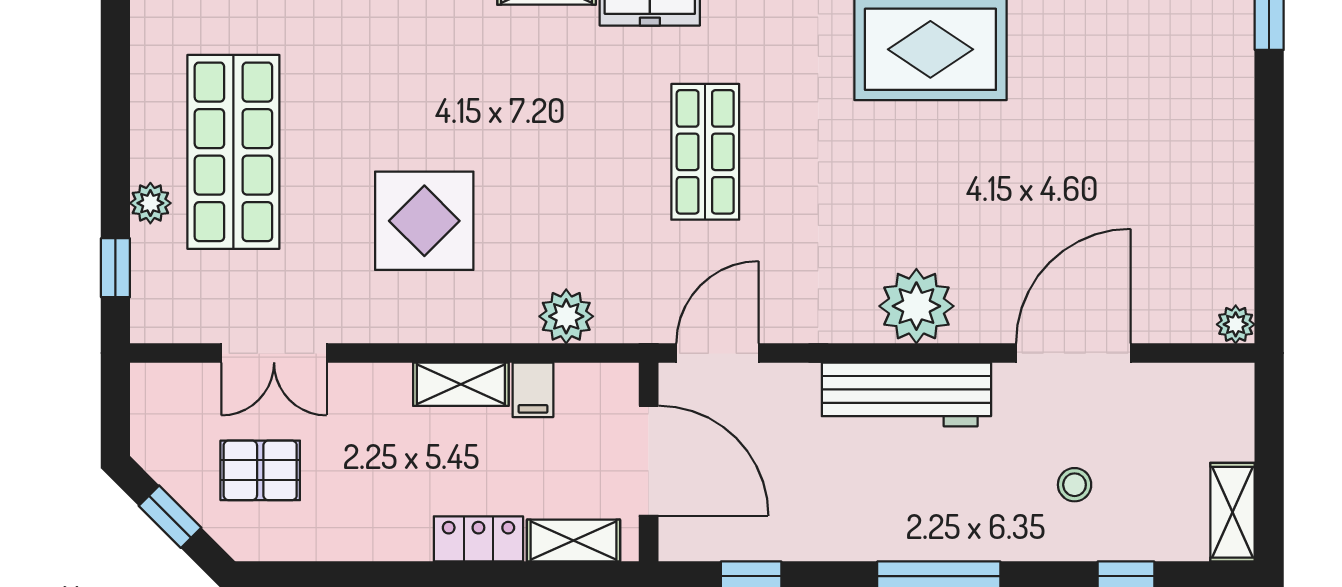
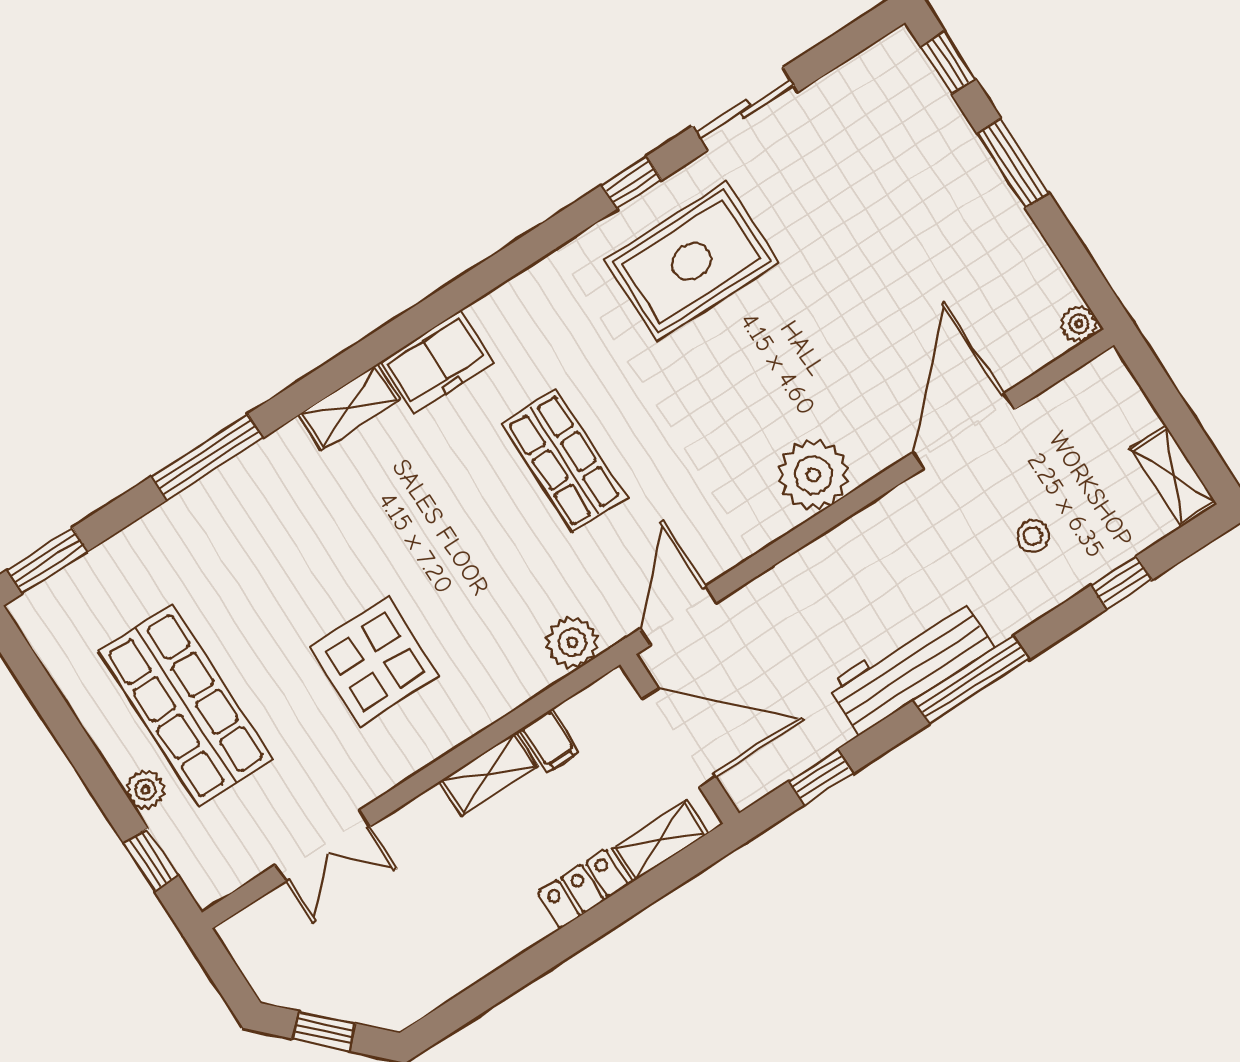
window: (1269, 146) -> (1013, 163), added
plant: (566, 316) -> (572, 642), moved
workbench: (906, 395) -> (910, 666), moved, turned 180
pallet: (260, 470) -> (372, 947), removed

